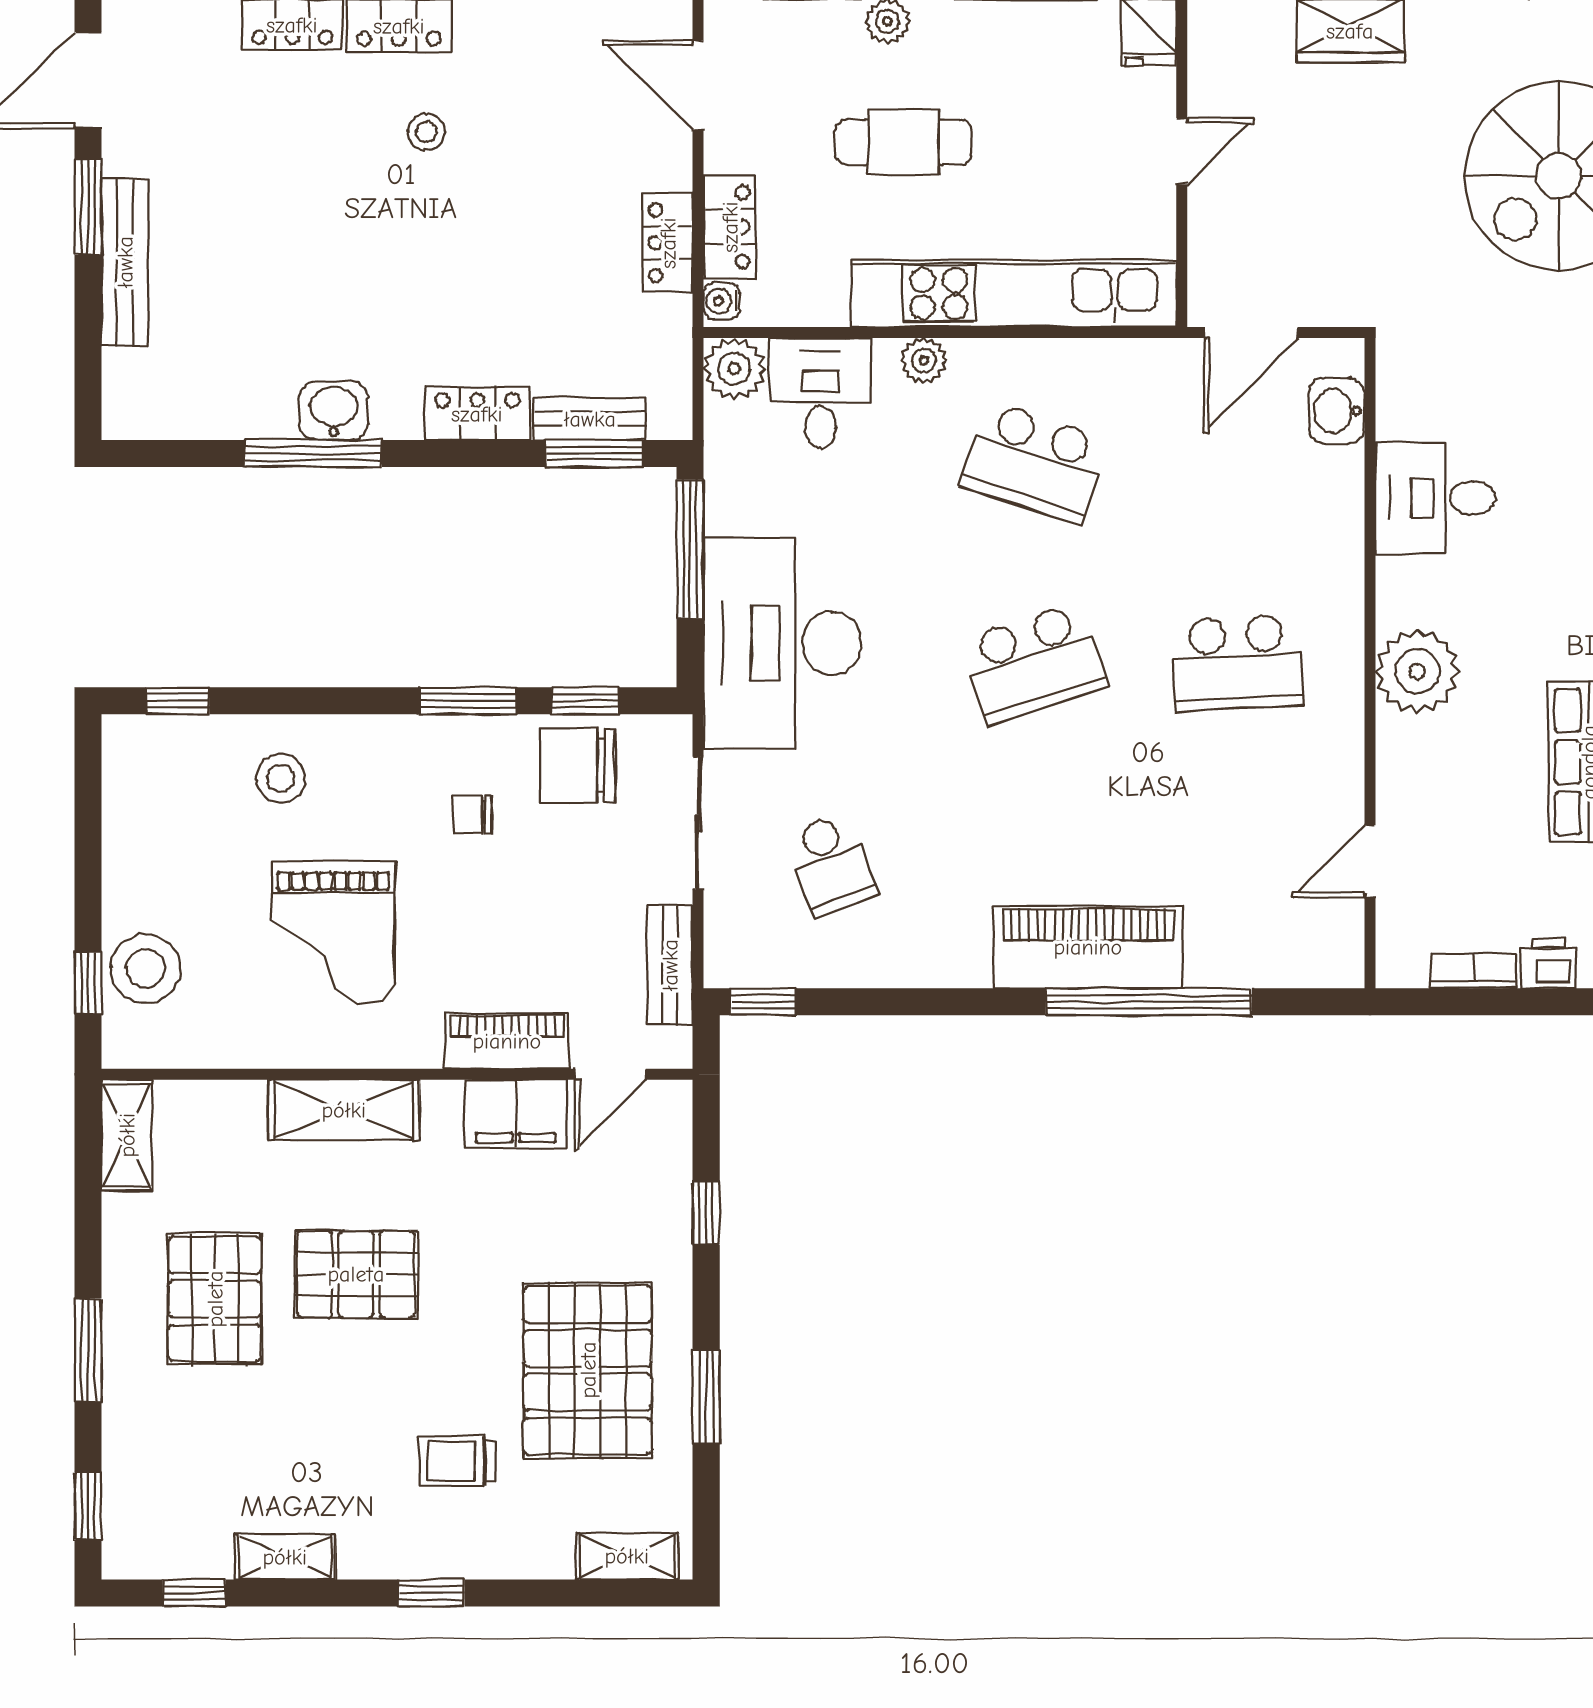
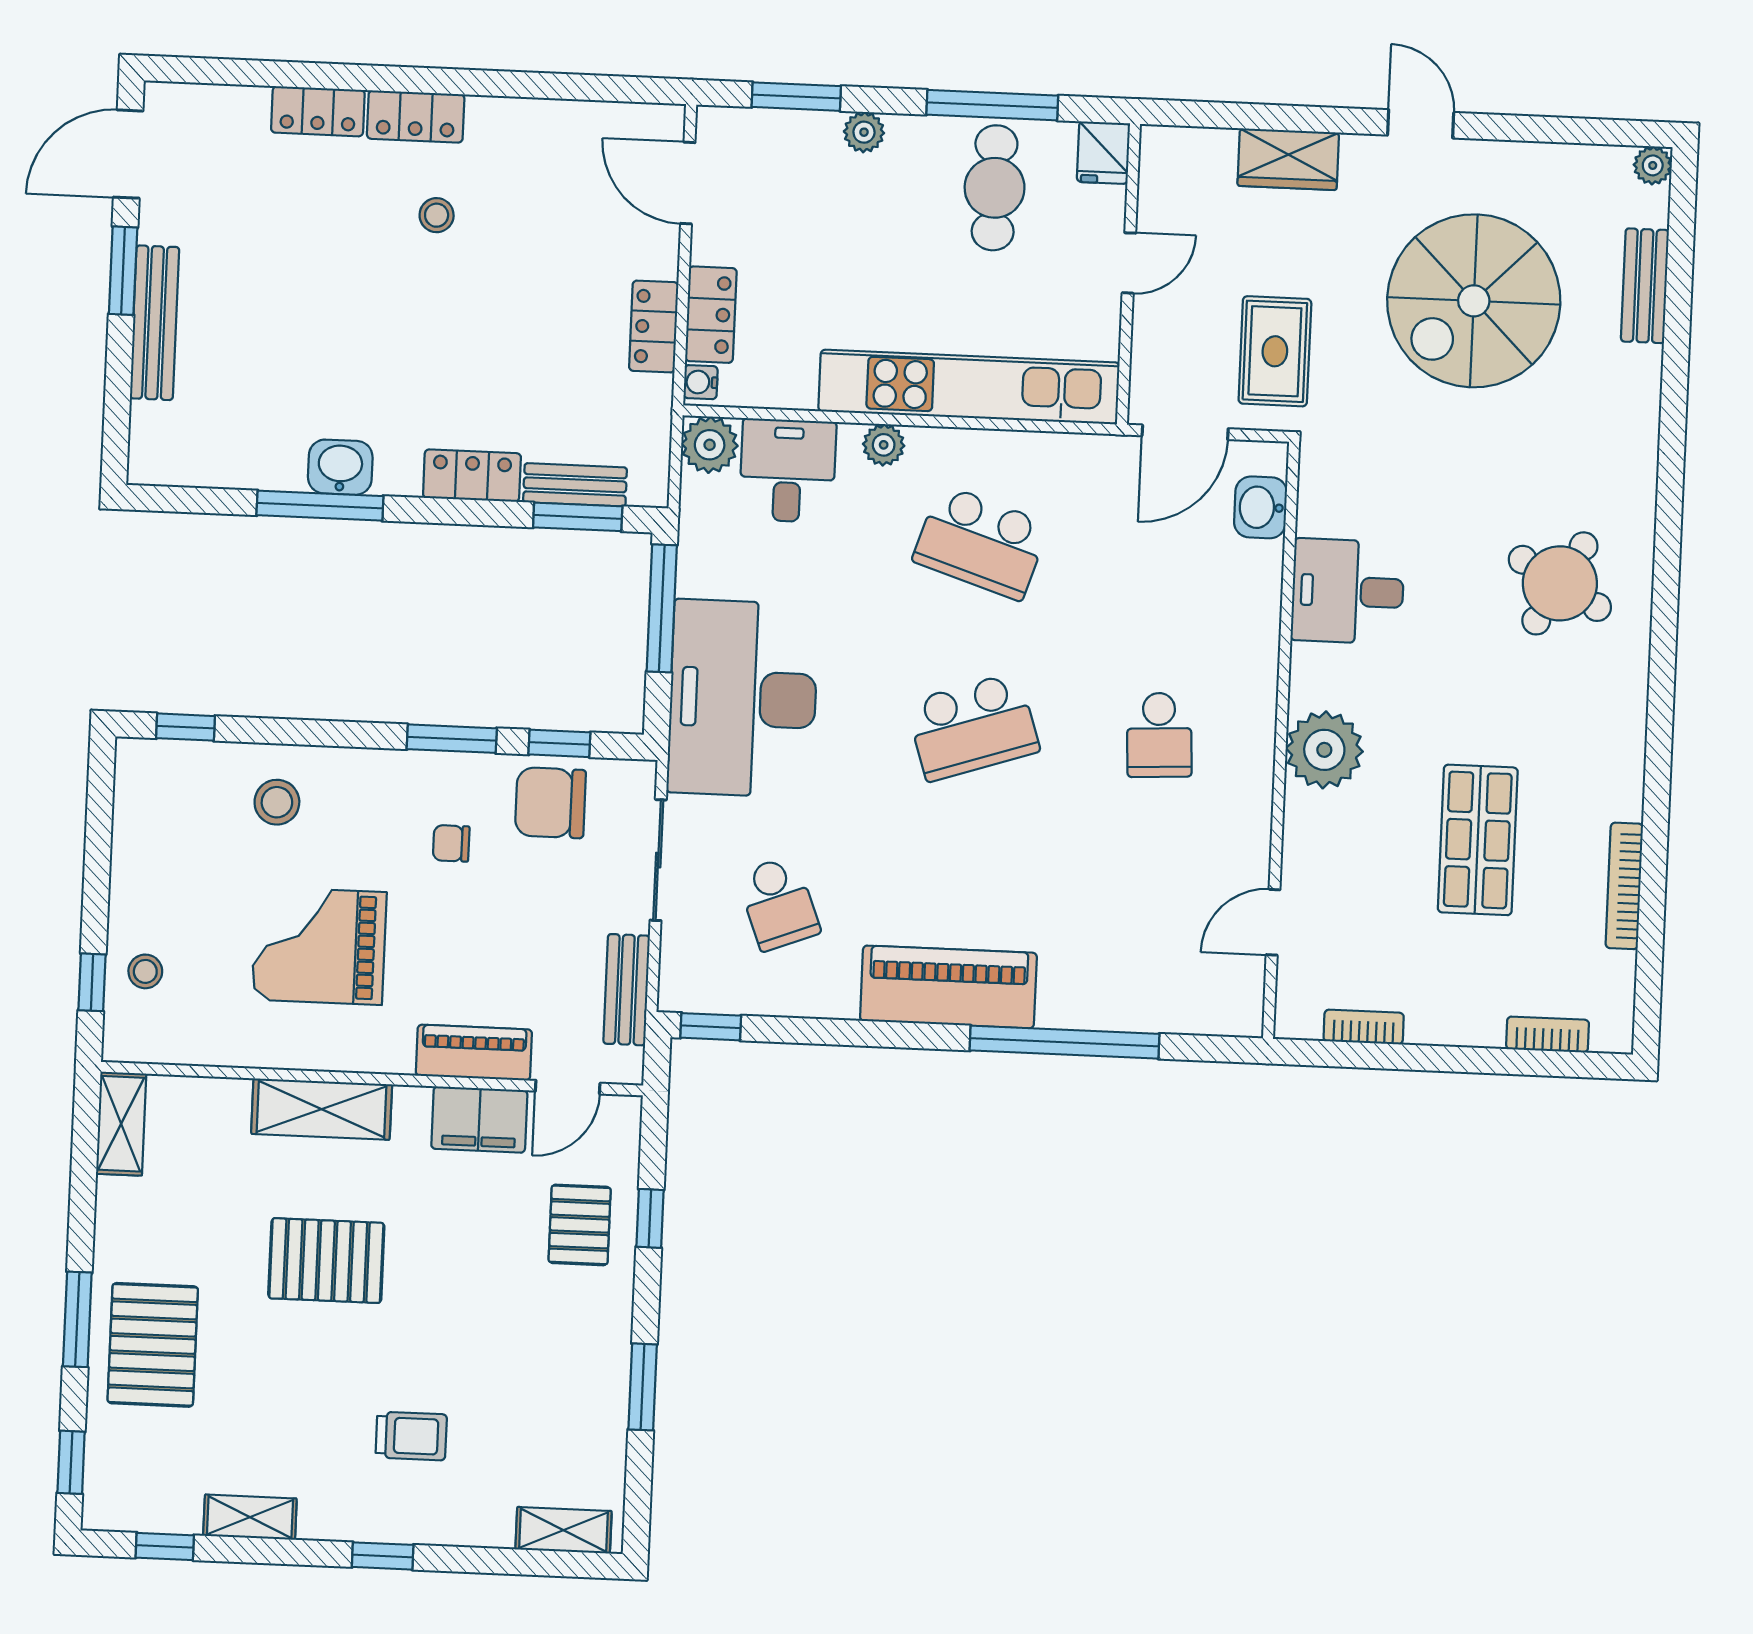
cafe table: (904, 142) -> (995, 188), moved, turned 90
rug: (1345, 240) -> (1275, 351), added
school desk: (1237, 663) -> (1159, 735), width x0.54
grand piano: (333, 932) -> (319, 946), turned 90
piano: (1088, 947) -> (948, 987), moved
printer: (1549, 963) -> (1433, 1023), removed
stool: (145, 968) -> (145, 971), width x0.53, depth x0.53
pallet: (215, 1299) -> (153, 1345), moved
pallet: (588, 1370) -> (580, 1225), moved, width x0.49, depth x0.50
trolley: (457, 1461) -> (411, 1436), turned 180

